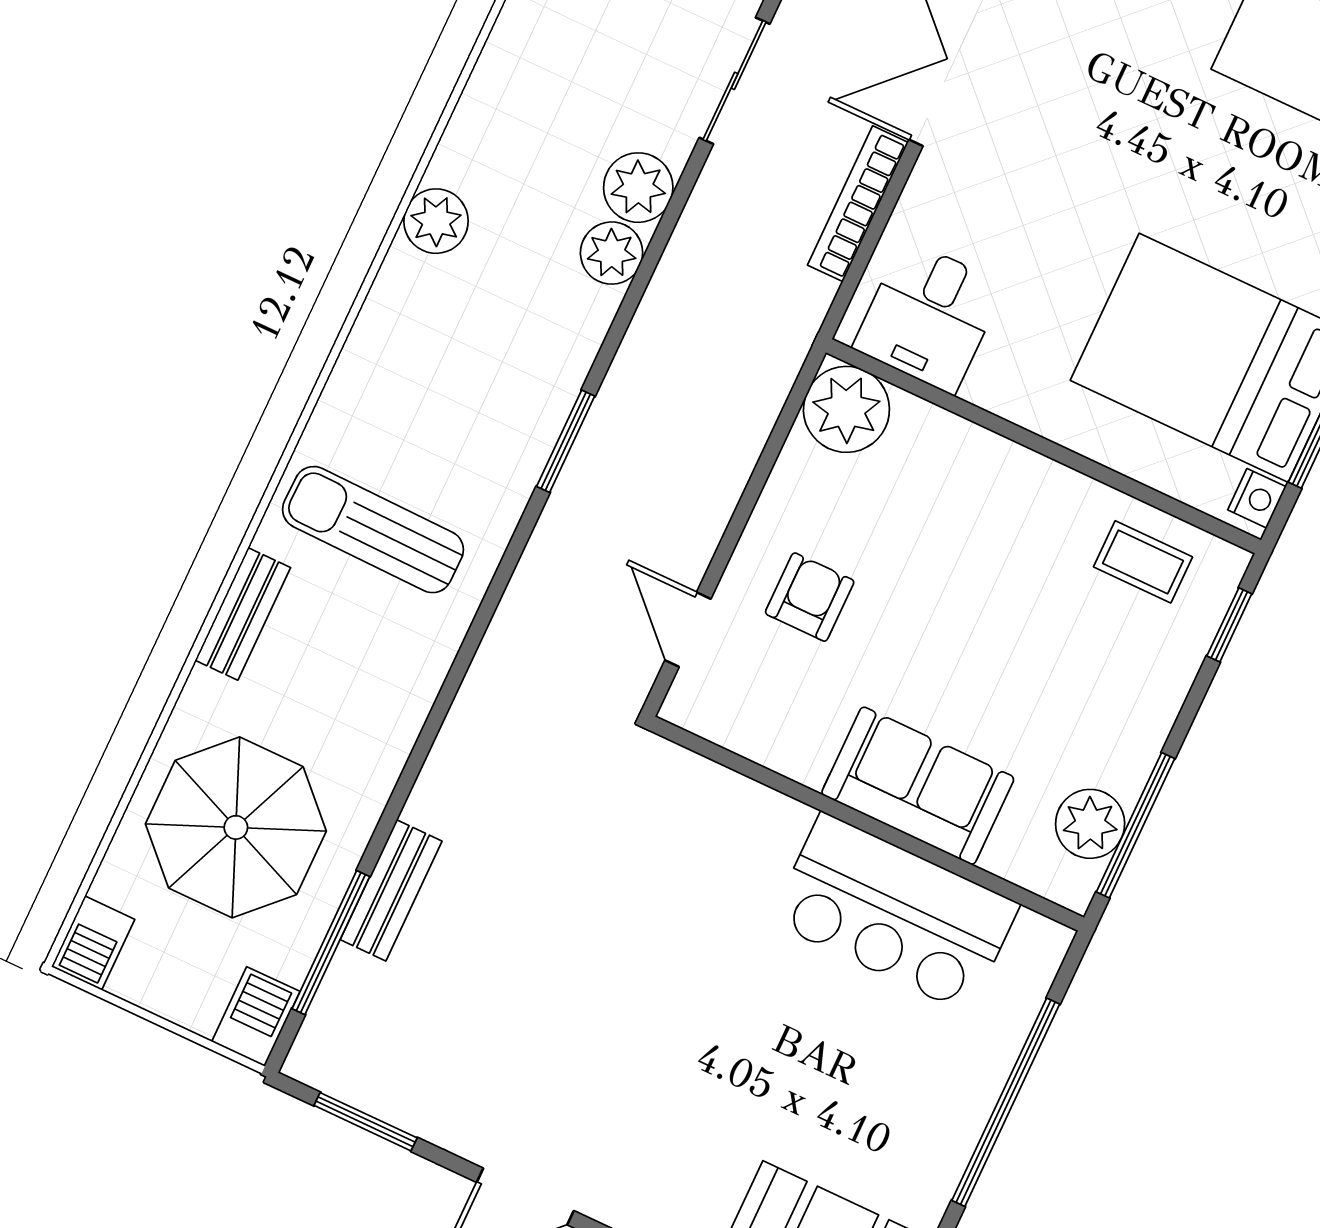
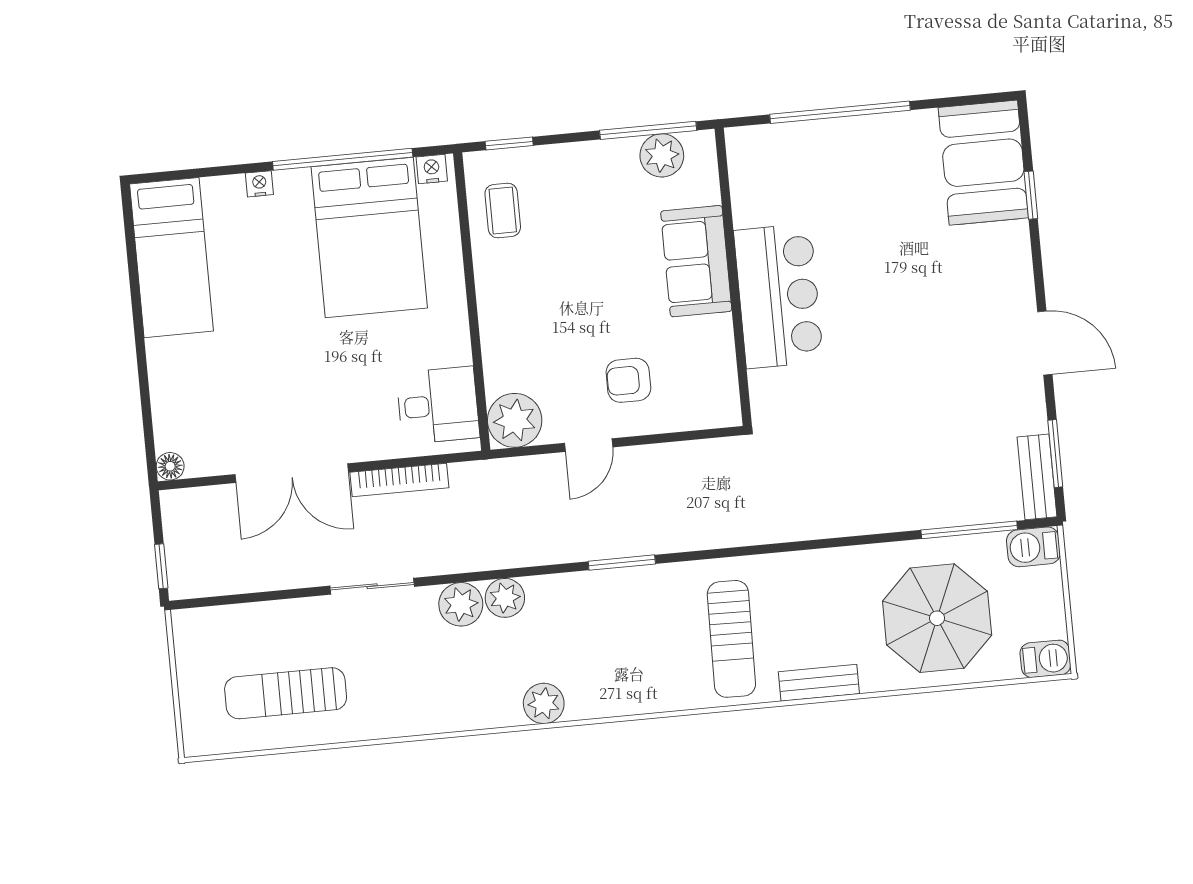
door: (688, 630) -> (589, 445), moved
bench: (391, 890) -> (1037, 477), moved, turned 90
bar counter: (895, 913) -> (778, 296), moved

